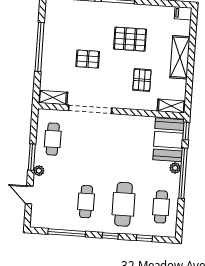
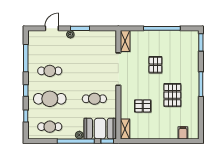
filing cabinet: (183, 13) -> (183, 133), moved
shelving: (180, 57) -> (162, 133), removed
cafe table: (53, 139) -> (94, 99), moved

